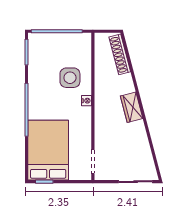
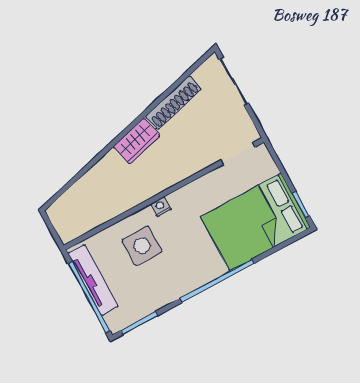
tv unit: (66, 39) -> (93, 280), added
shoe rack: (120, 54) -> (173, 103), moved

